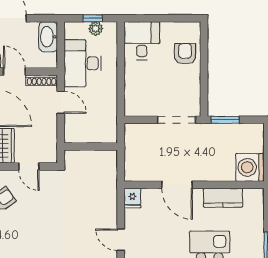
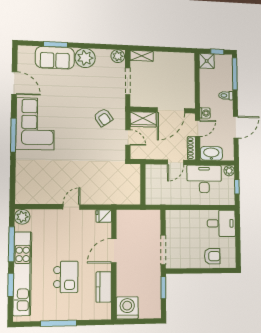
plant: (96, 29) -> (229, 171), moved
washbasin: (48, 37) -> (211, 153), moved
door: (29, 166) -> (128, 137), swing flipped

